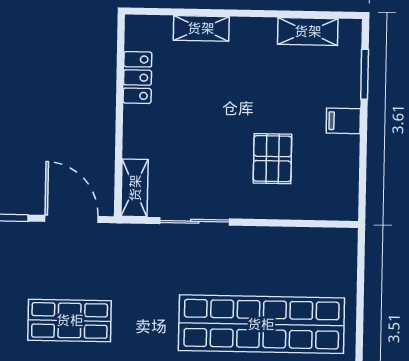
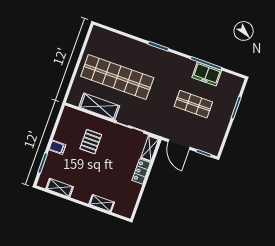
locker: (137, 78) -> (141, 171), moved
shelving: (280, 245) -> (99, 106), added

